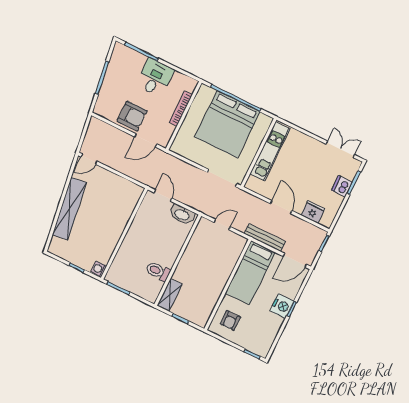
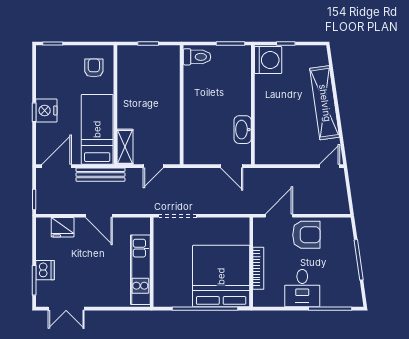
armchair: (132, 116) -> (306, 235), turned 180
bed: (227, 124) -> (221, 276), moved
washbasin: (182, 214) -> (243, 130), moved, turned -90
washing machine: (99, 269) -> (268, 60), width x1.89, depth x1.89
toilet: (158, 271) -> (197, 57), moved
shelving: (170, 294) -> (125, 147), moved

